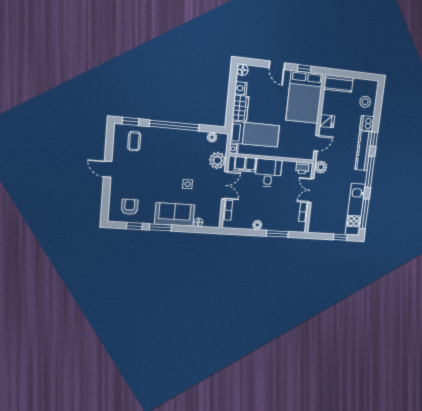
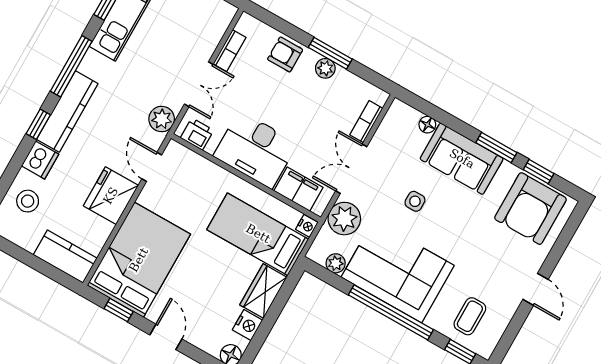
fridge: (327, 121) -> (111, 196), width x1.88, depth x1.34
door: (316, 143) -> (152, 167), hinge flipped
corner sofa: (180, 147) -> (398, 271), added
desk: (268, 173) -> (255, 150), width x1.37
armchair: (130, 207) -> (530, 209), width x1.88, depth x1.88
armchair: (278, 222) -> (285, 54), added
window: (277, 234) -> (330, 53), moved

